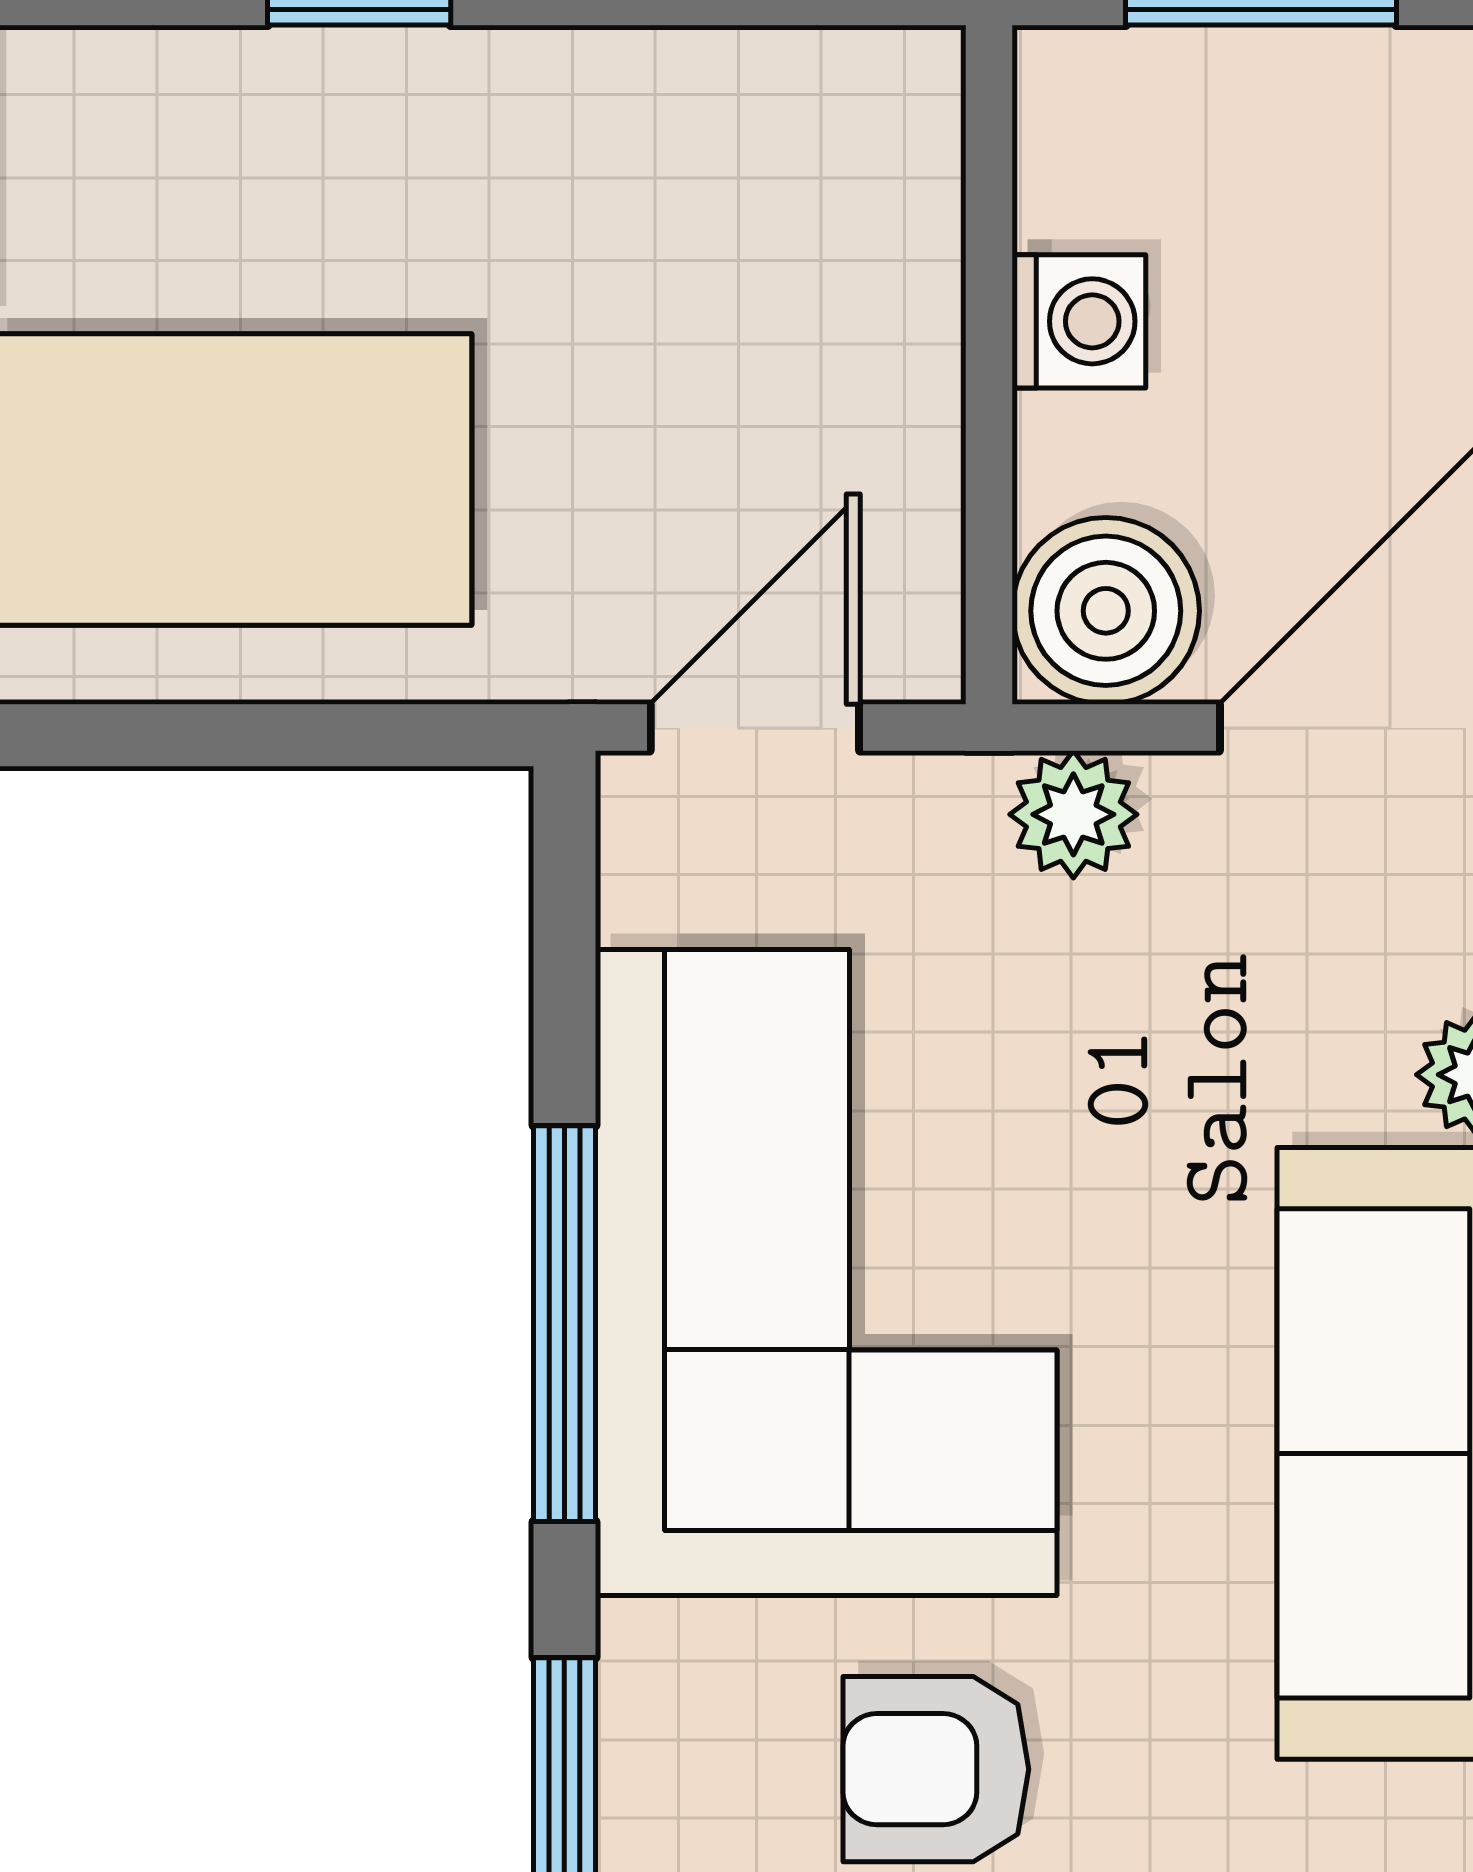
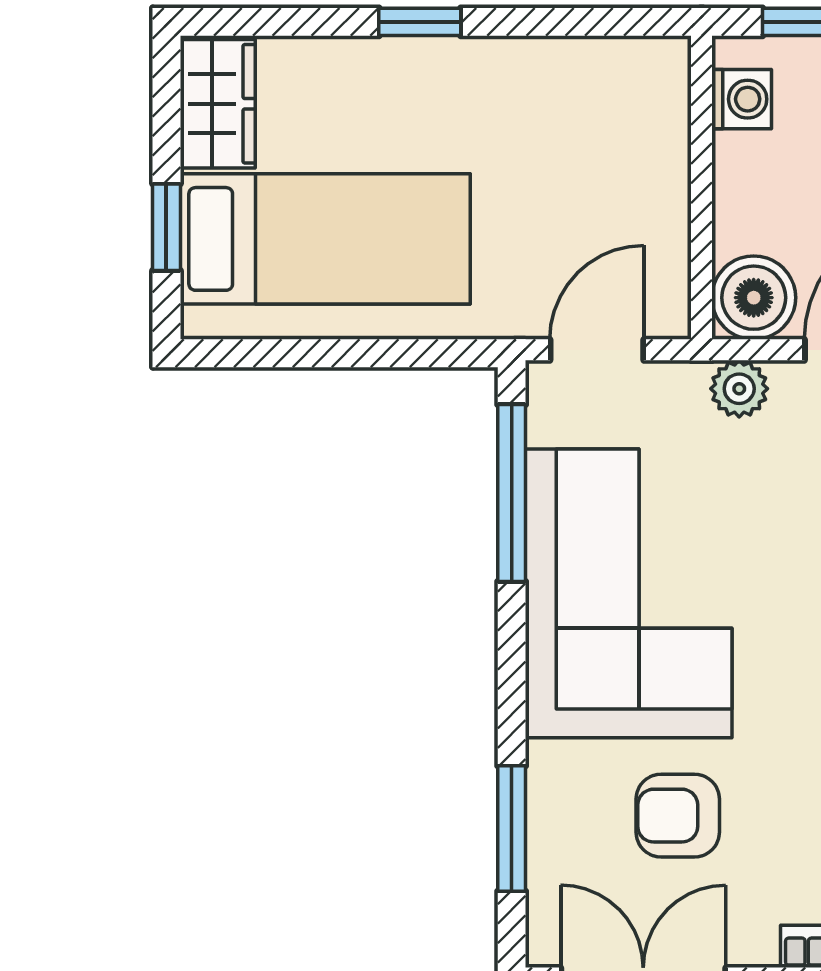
washing machine: (1079, 321) -> (742, 99), moved
window: (564, 1324) -> (512, 493), moved

